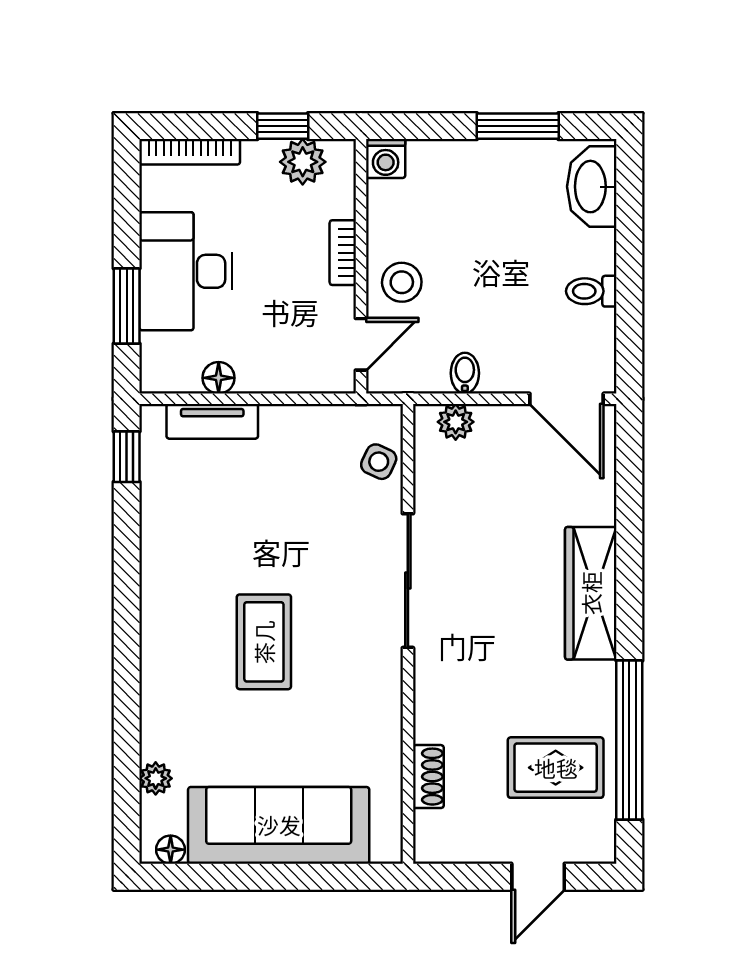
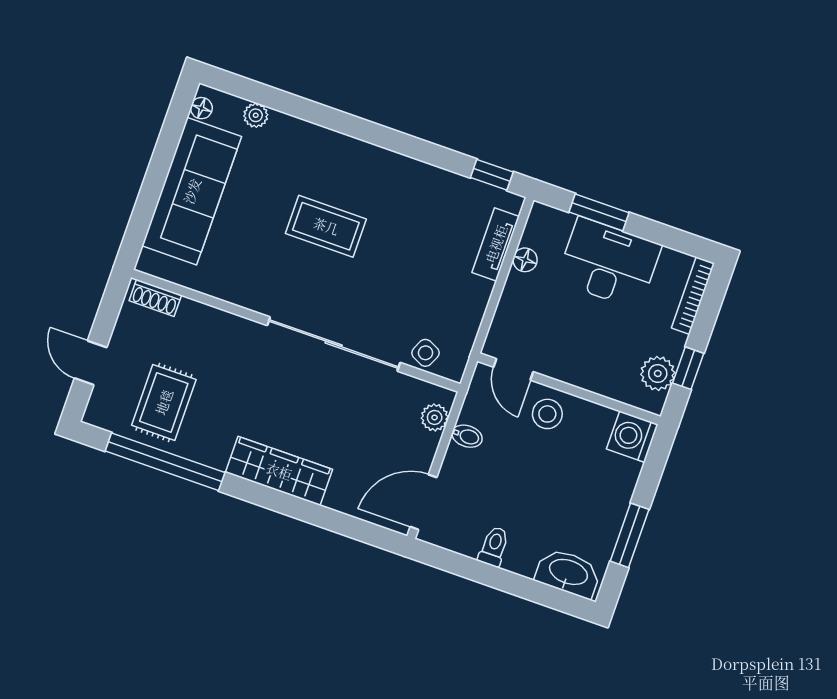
washing machine: (386, 158) -> (632, 437), width x1.38, depth x1.38
bookcase: (343, 253) -> (583, 379), removed
sliding door: (408, 581) -> (334, 344), width x1.36
shoe rack: (428, 777) -> (155, 298), moved

